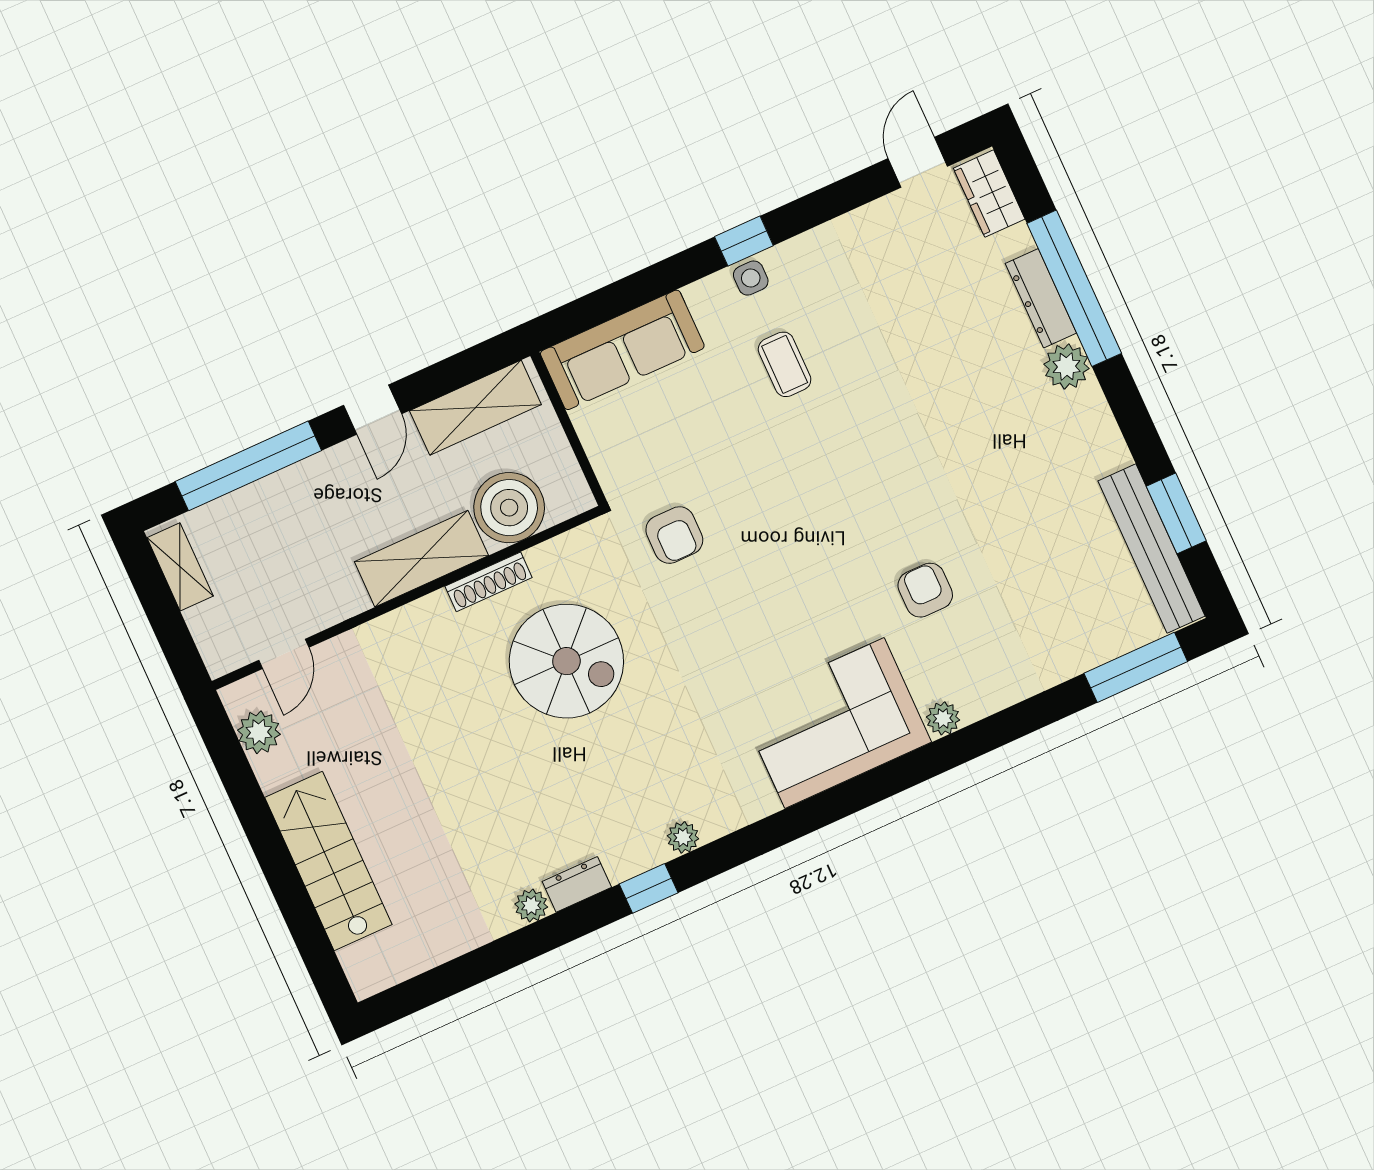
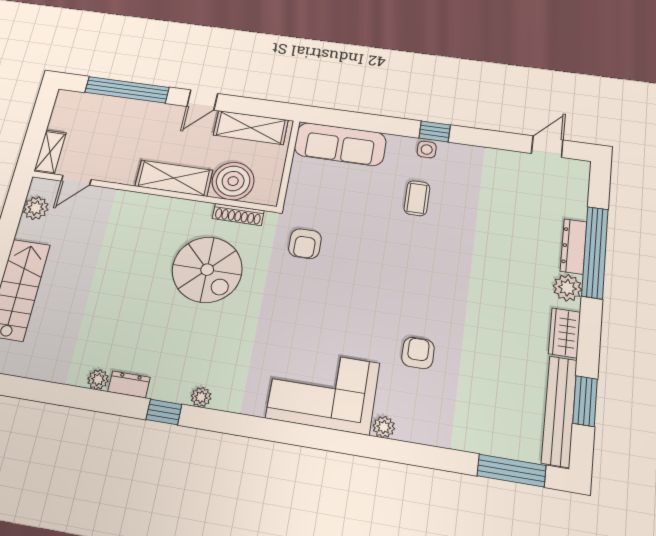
wardrobe: (989, 194) -> (565, 333), moved
shelving: (180, 567) -> (50, 152), moved
shoe rack: (489, 582) -> (238, 214), moved

